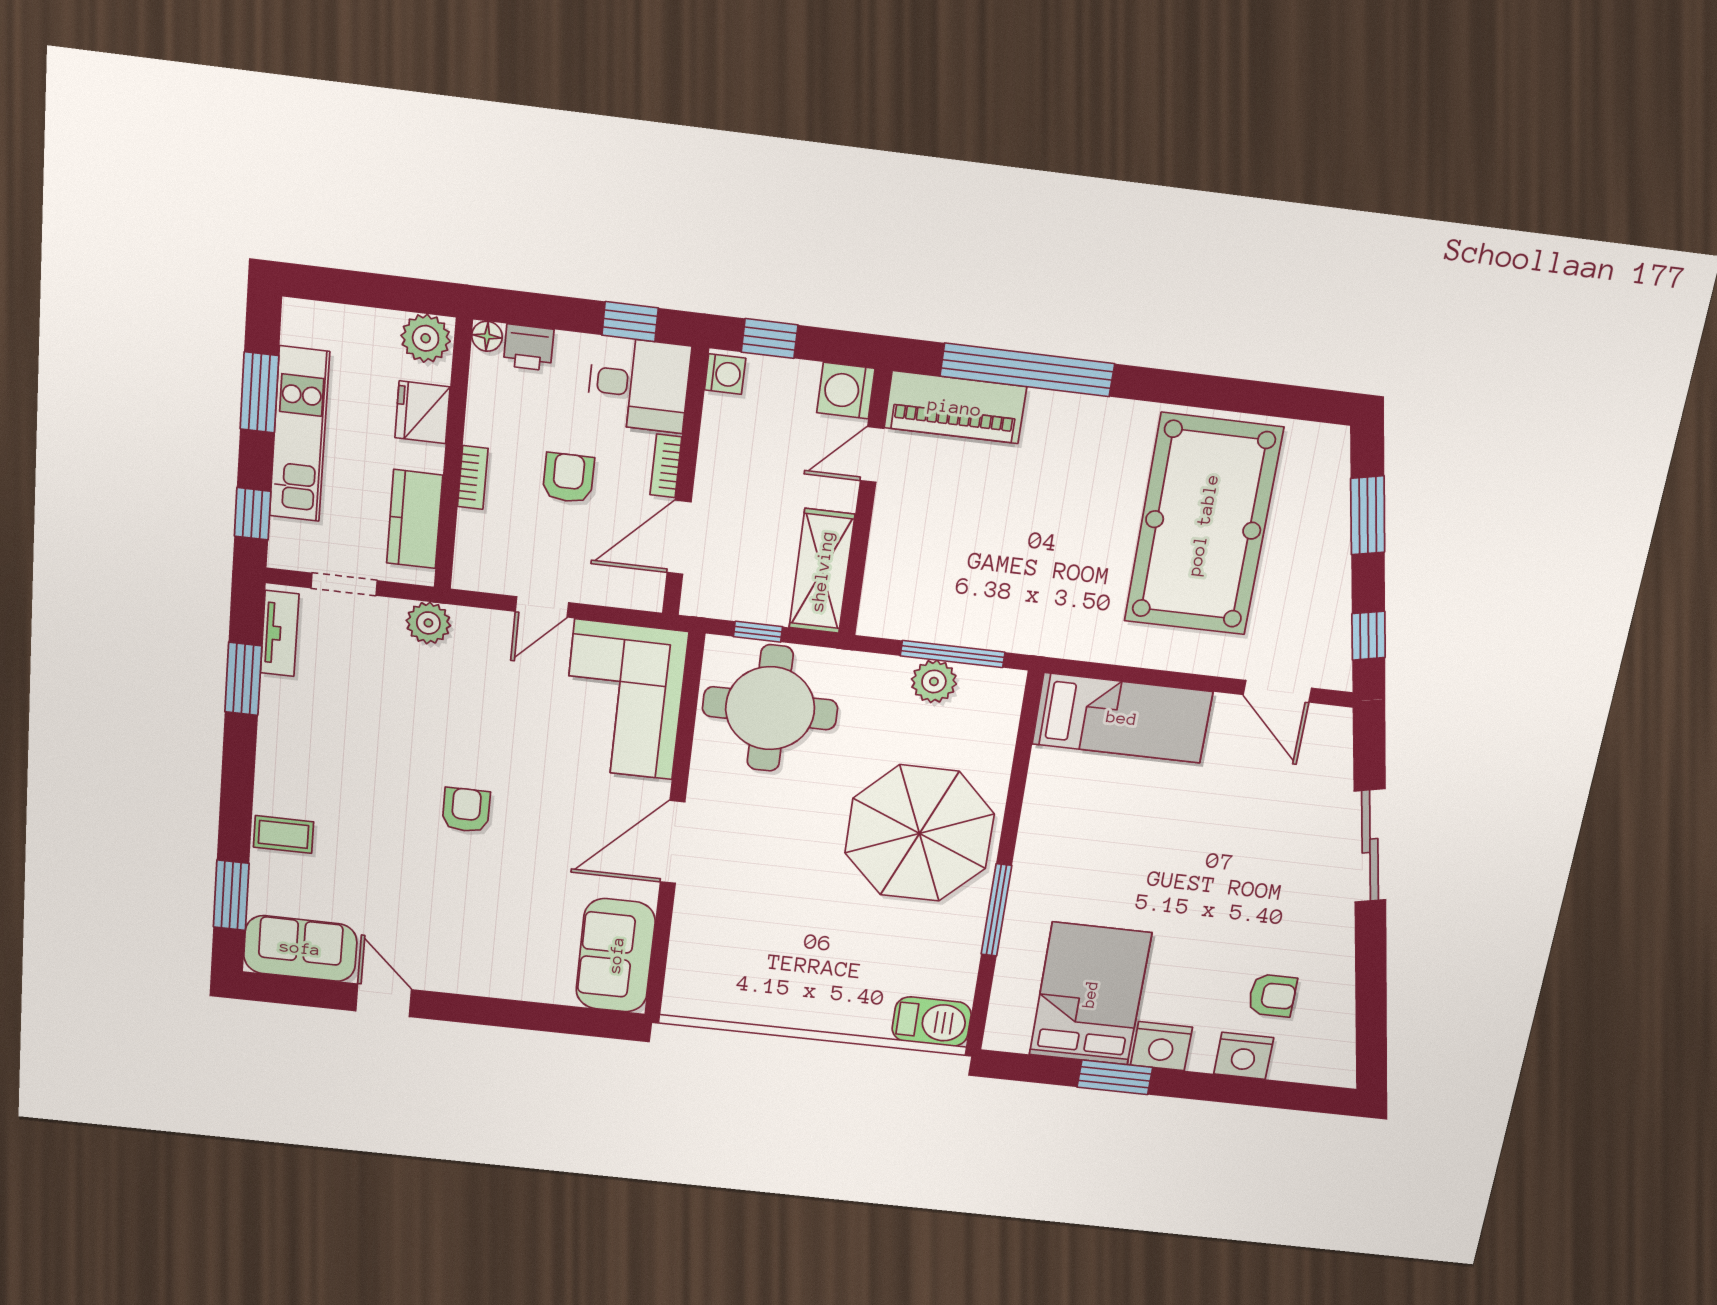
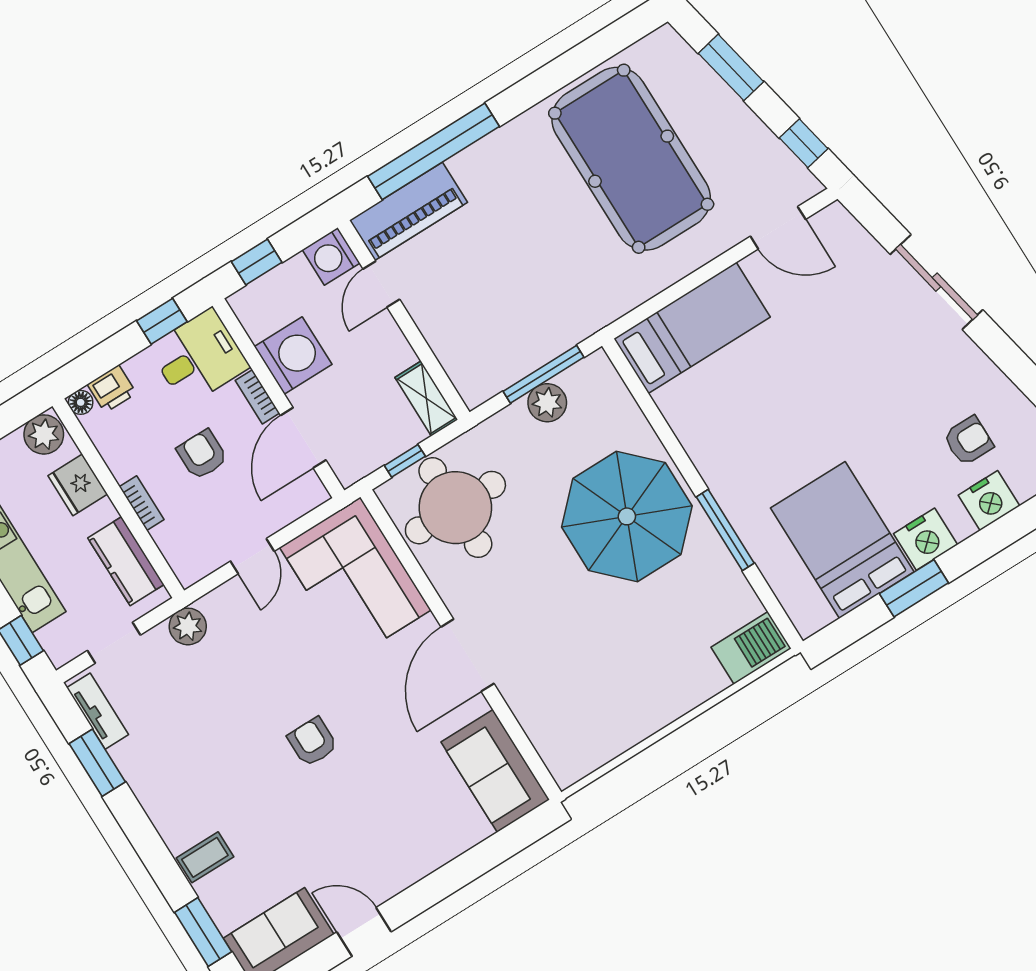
washing machine: (725, 374) -> (293, 355), moved, width x1.89, depth x1.89
shelving: (822, 571) -> (426, 399), width x0.67, depth x0.75

